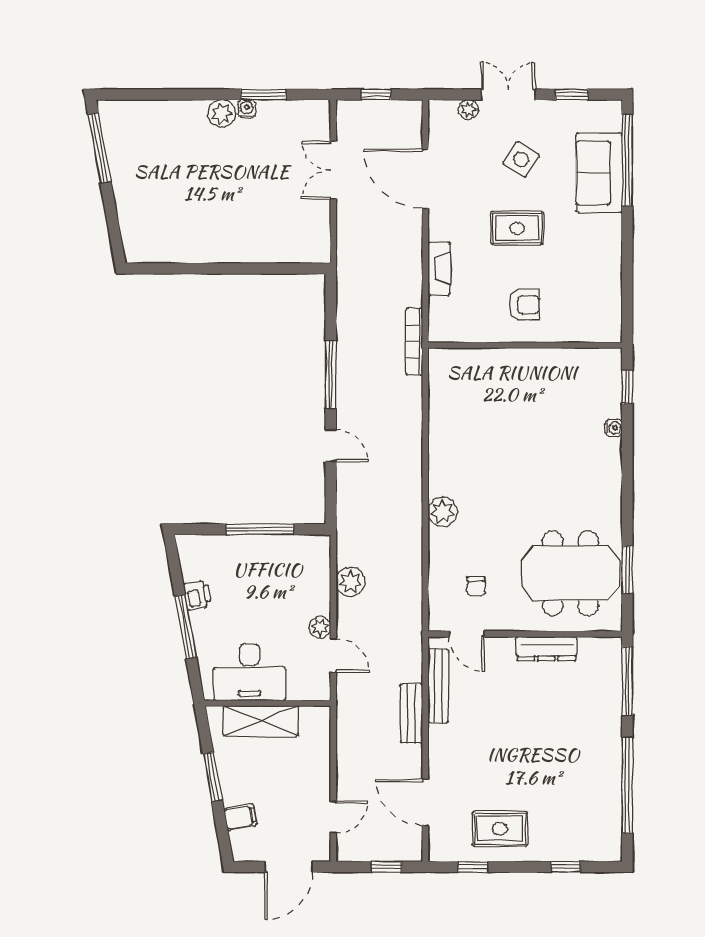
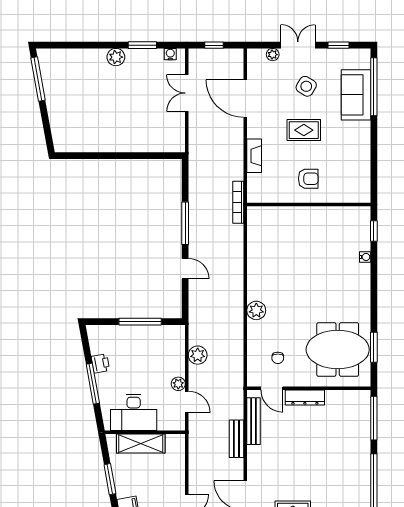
water cooler: (247, 109) -> (170, 54), moved
dresser: (546, 649) -> (305, 397), moved

